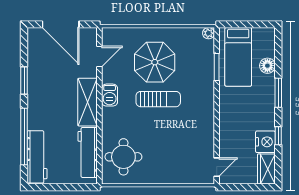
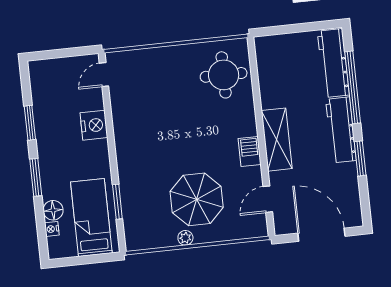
plant: (209, 33) -> (185, 238), moved
nightstand: (270, 51) -> (52, 229), added
sun lounger: (158, 99) -> (187, 153), removed
window: (278, 136) -> (30, 123), width x1.50
nightstand: (265, 142) -> (94, 125), moved, turned 180
workbench: (88, 152) -> (341, 130), moved, turned 180
wardrobe: (266, 169) -> (40, 79), removed

